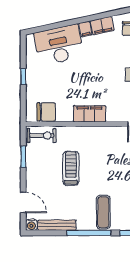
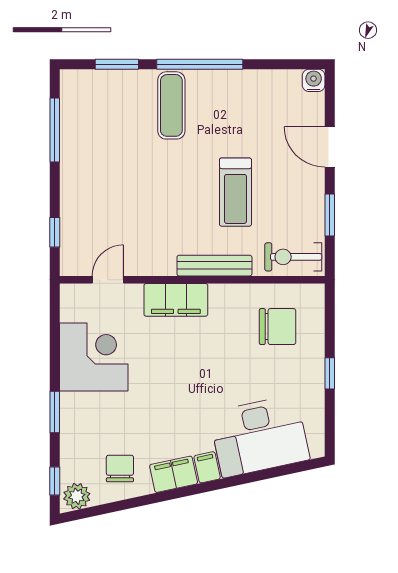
chair: (46, 112) -> (278, 327), moved, turned 180
filing cabinet: (89, 114) -> (176, 300), moved
door: (23, 202) -> (330, 147), moved
bench: (57, 225) -> (214, 266), moved

